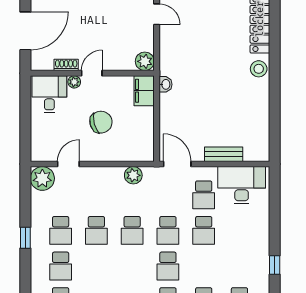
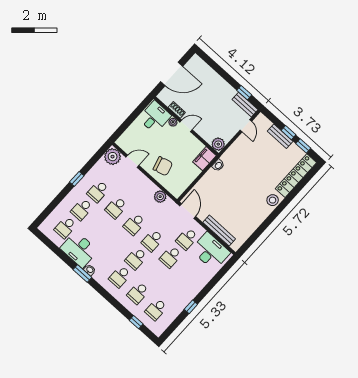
chair: (101, 122) -> (163, 166), moved
bench: (224, 154) -> (219, 231), width x1.36

